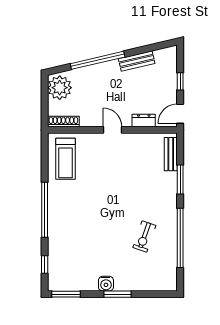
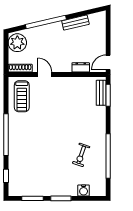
window: (180, 81) -> (108, 38), removed
door: (112, 130) -> (45, 75), moved
window: (180, 179) -> (108, 95), moved
water cooler: (106, 284) -> (84, 190), moved
window: (66, 294) -> (33, 198), moved

